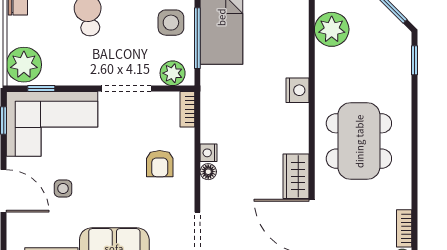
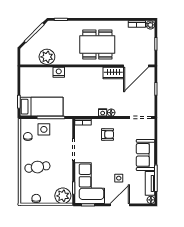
plant: (173, 73) -> (67, 129), removed
nightstand: (297, 90) -> (59, 72), moved

